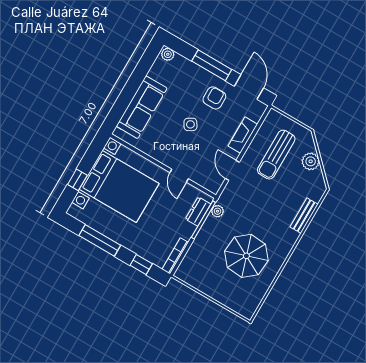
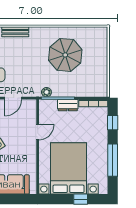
dresser: (198, 211) -> (68, 105), moved

